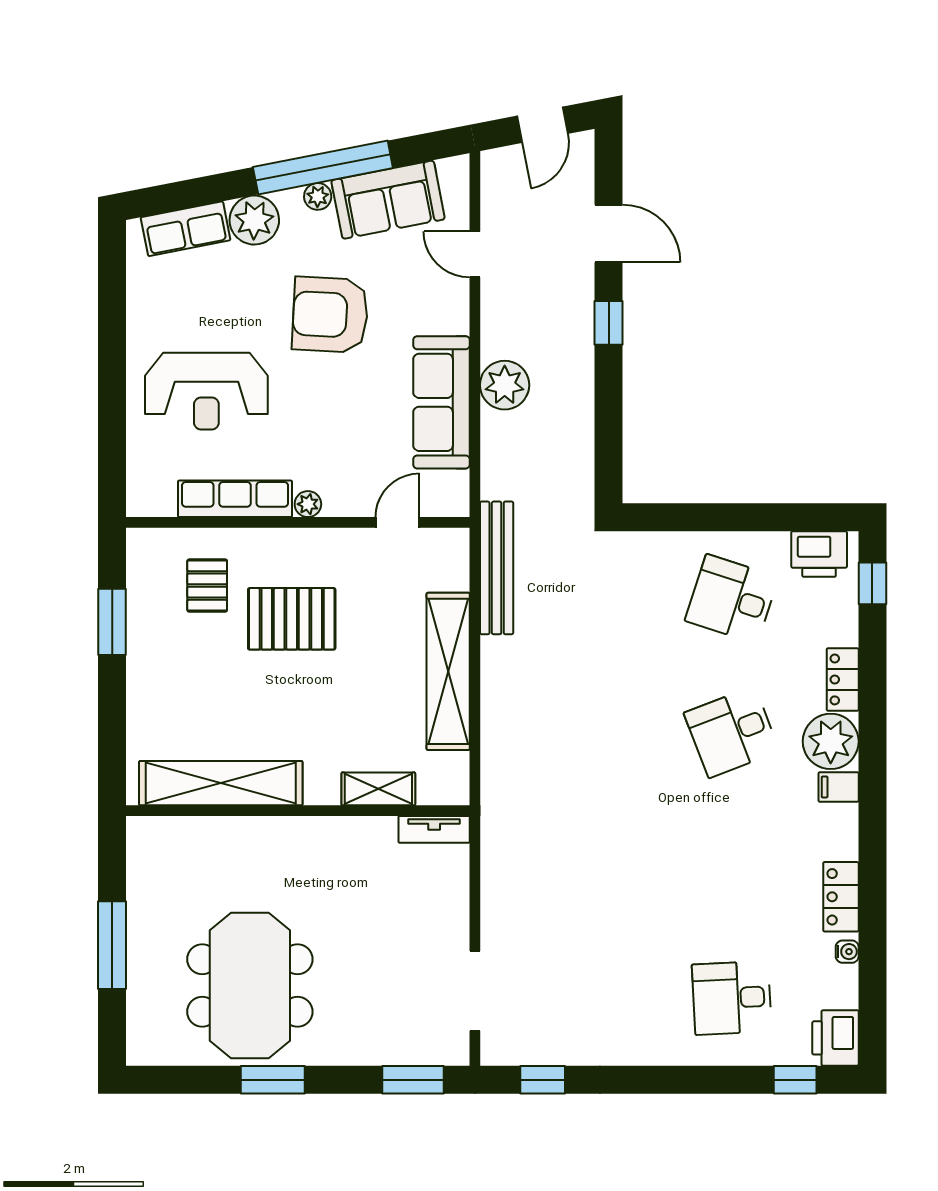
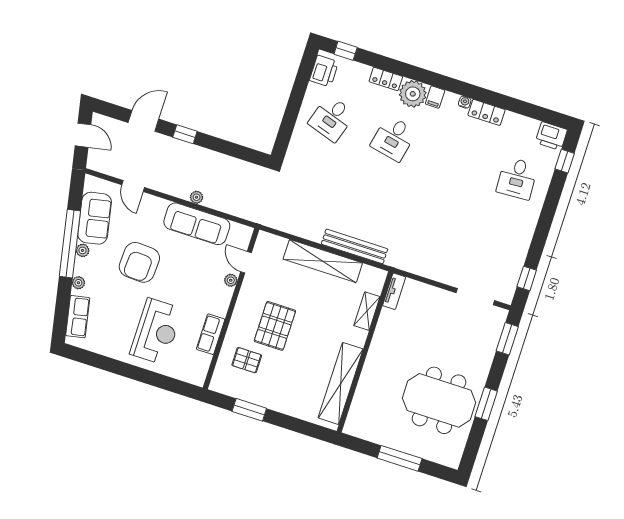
plant: (254, 220) -> (78, 283), width x0.53, depth x0.53
door: (475, 254) -> (133, 186), hinge flipped
plant: (505, 385) -> (197, 197), width x0.53, depth x0.53
row of seats: (235, 499) -> (211, 334), width x0.68
plant: (308, 504) -> (231, 280), moved
bench: (497, 568) -> (355, 246), moved
desk: (732, 732) -> (394, 138), turned 33
water cooler: (847, 952) -> (465, 102), moved

